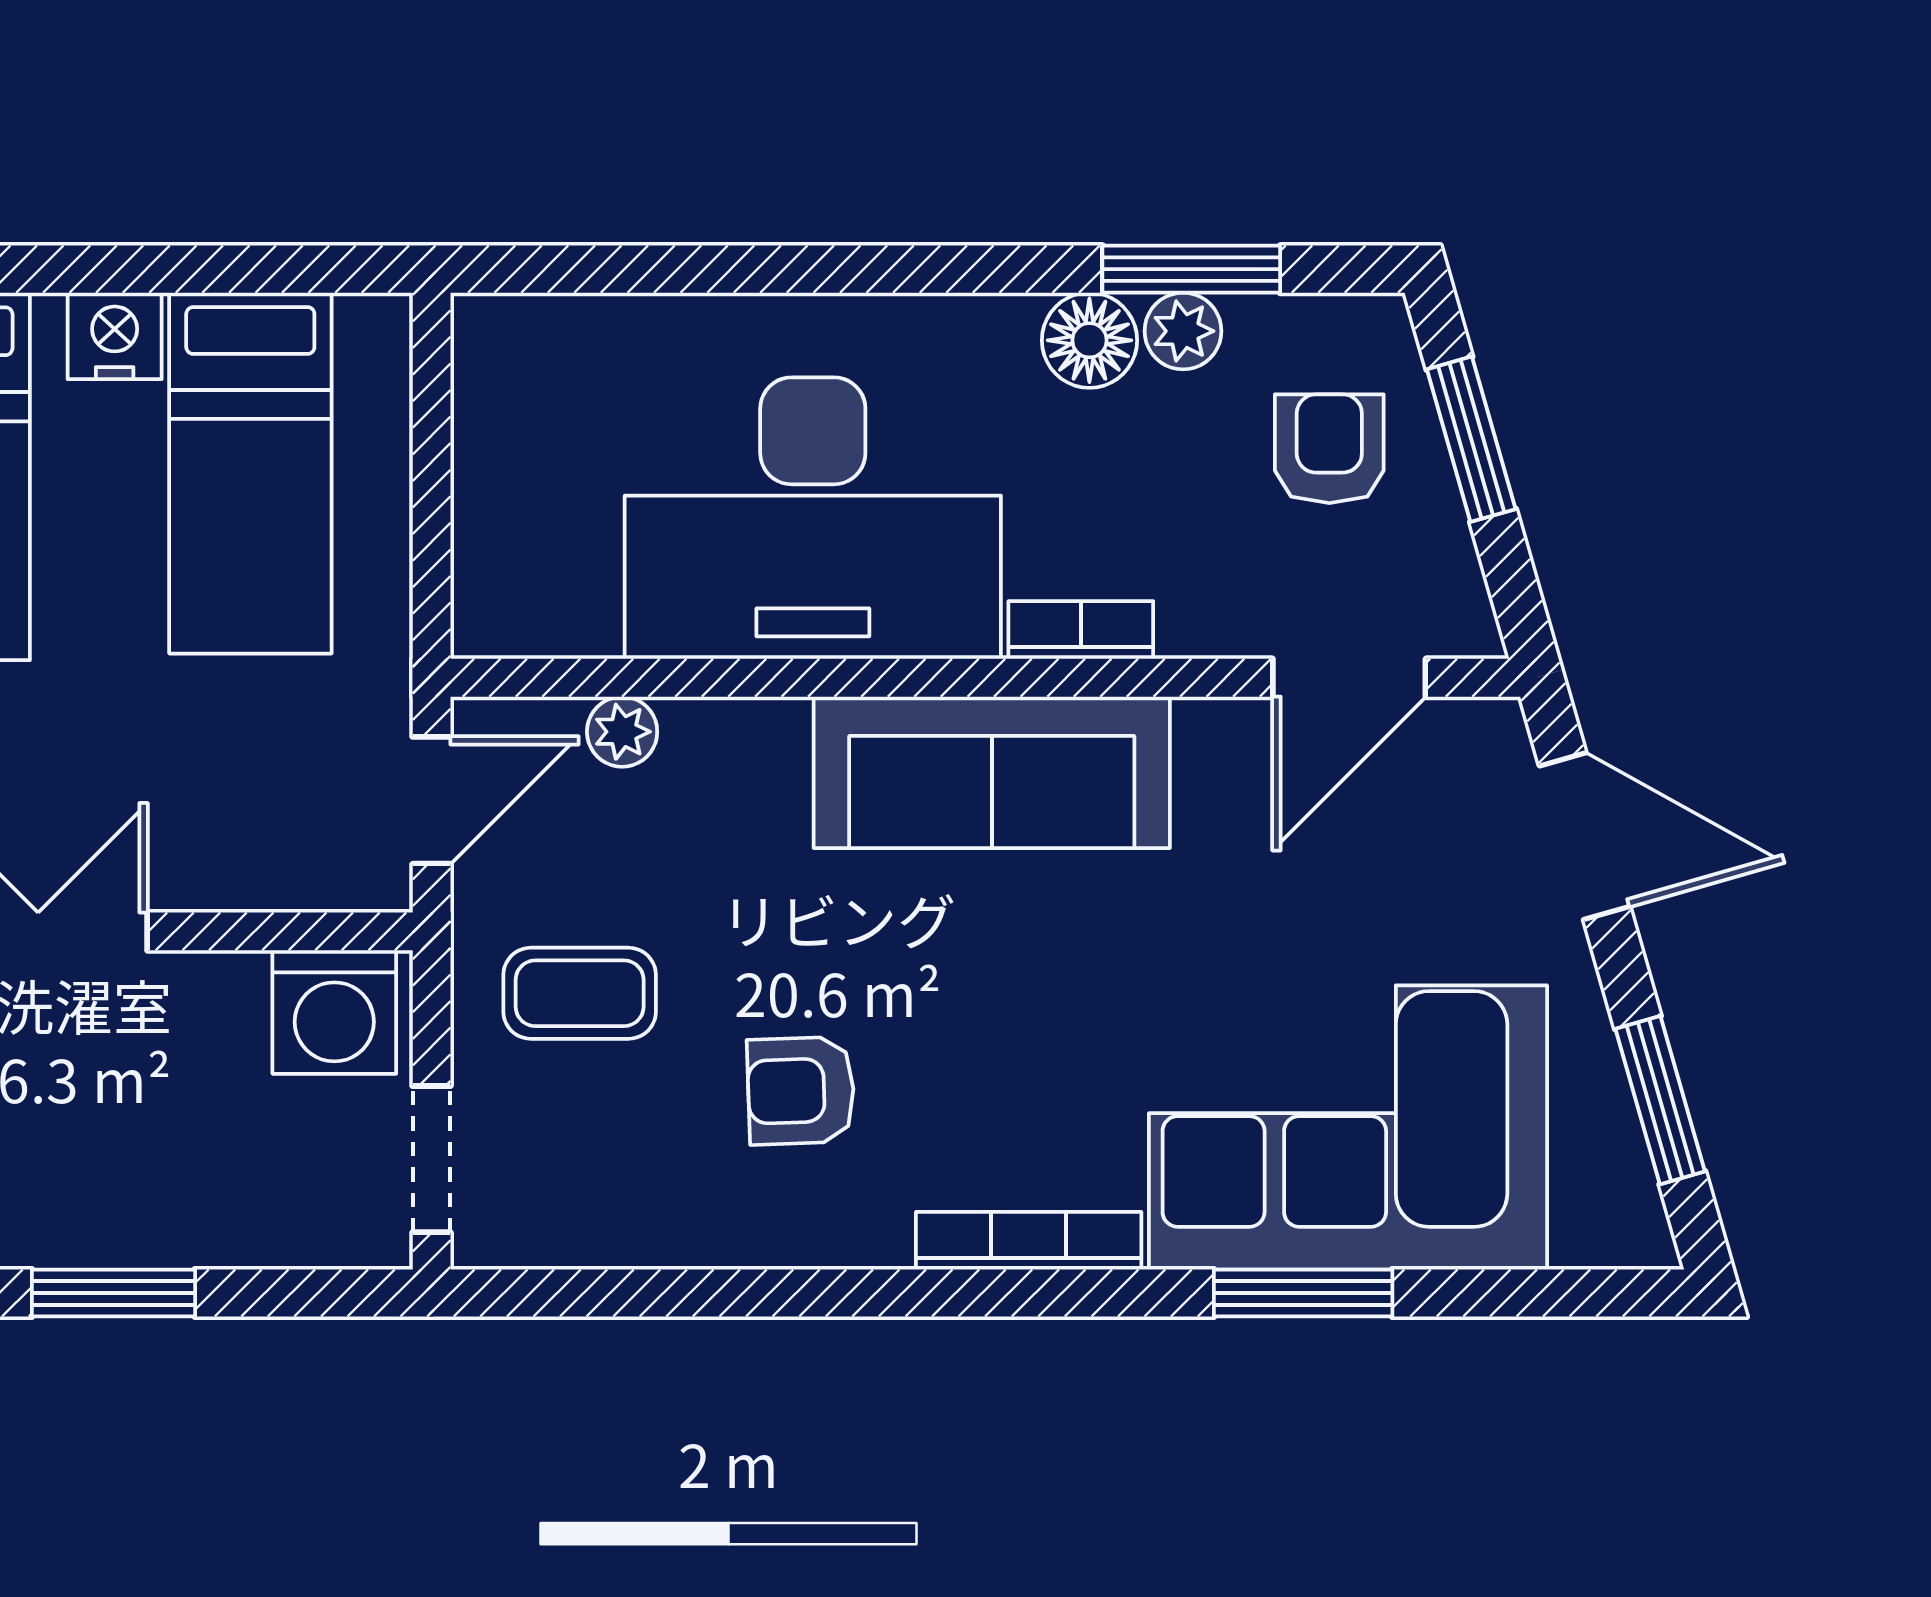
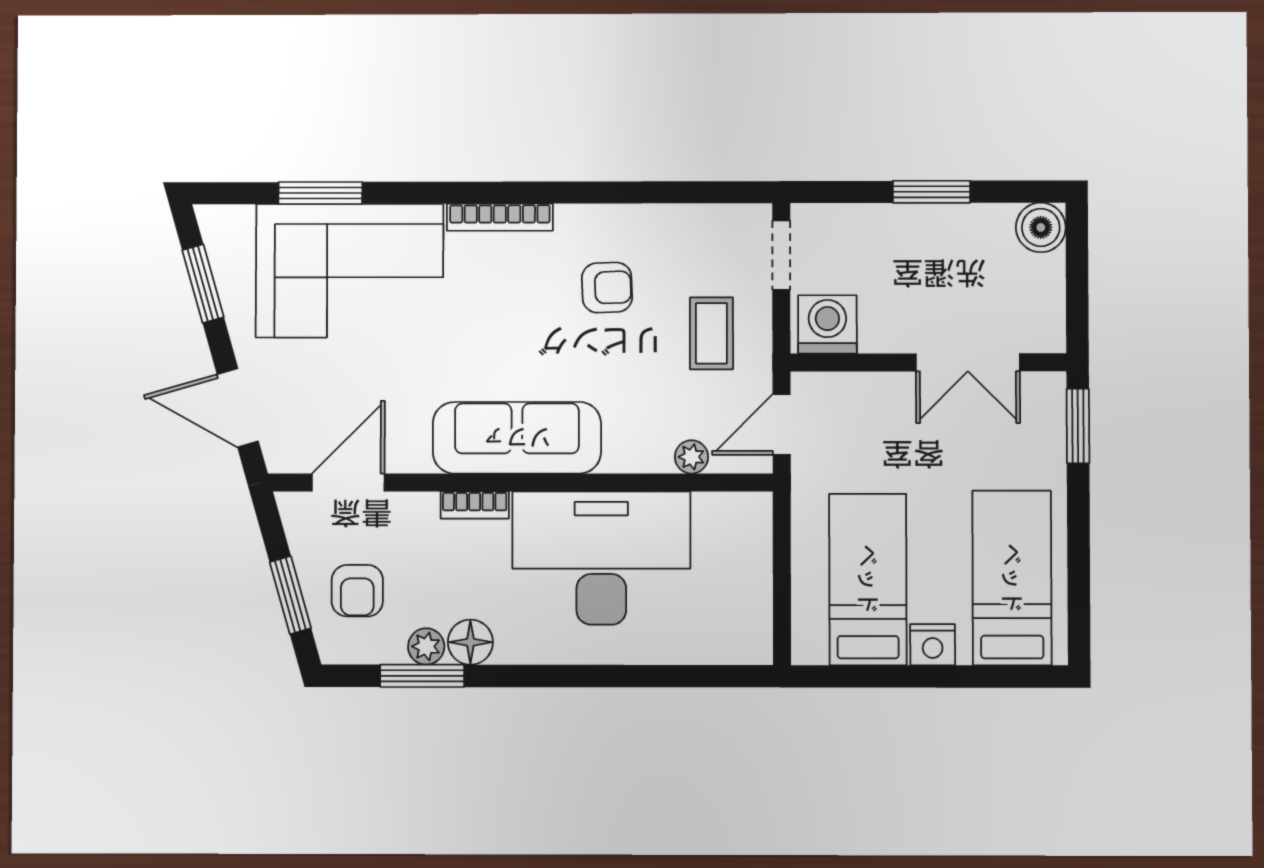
coffee table: (580, 993) -> (711, 333), turned 90
window: (1303, 1293) -> (320, 193), moved

